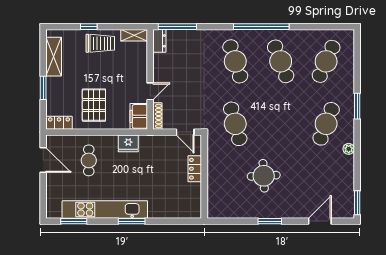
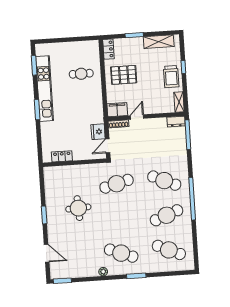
cafe table: (235, 61) -> (164, 181), turned 42
door: (150, 91) -> (137, 117), swing flipped
fridge: (128, 143) -> (98, 132), moved
door: (43, 160) -> (79, 39), removed
locker: (195, 169) -> (62, 156), moved

